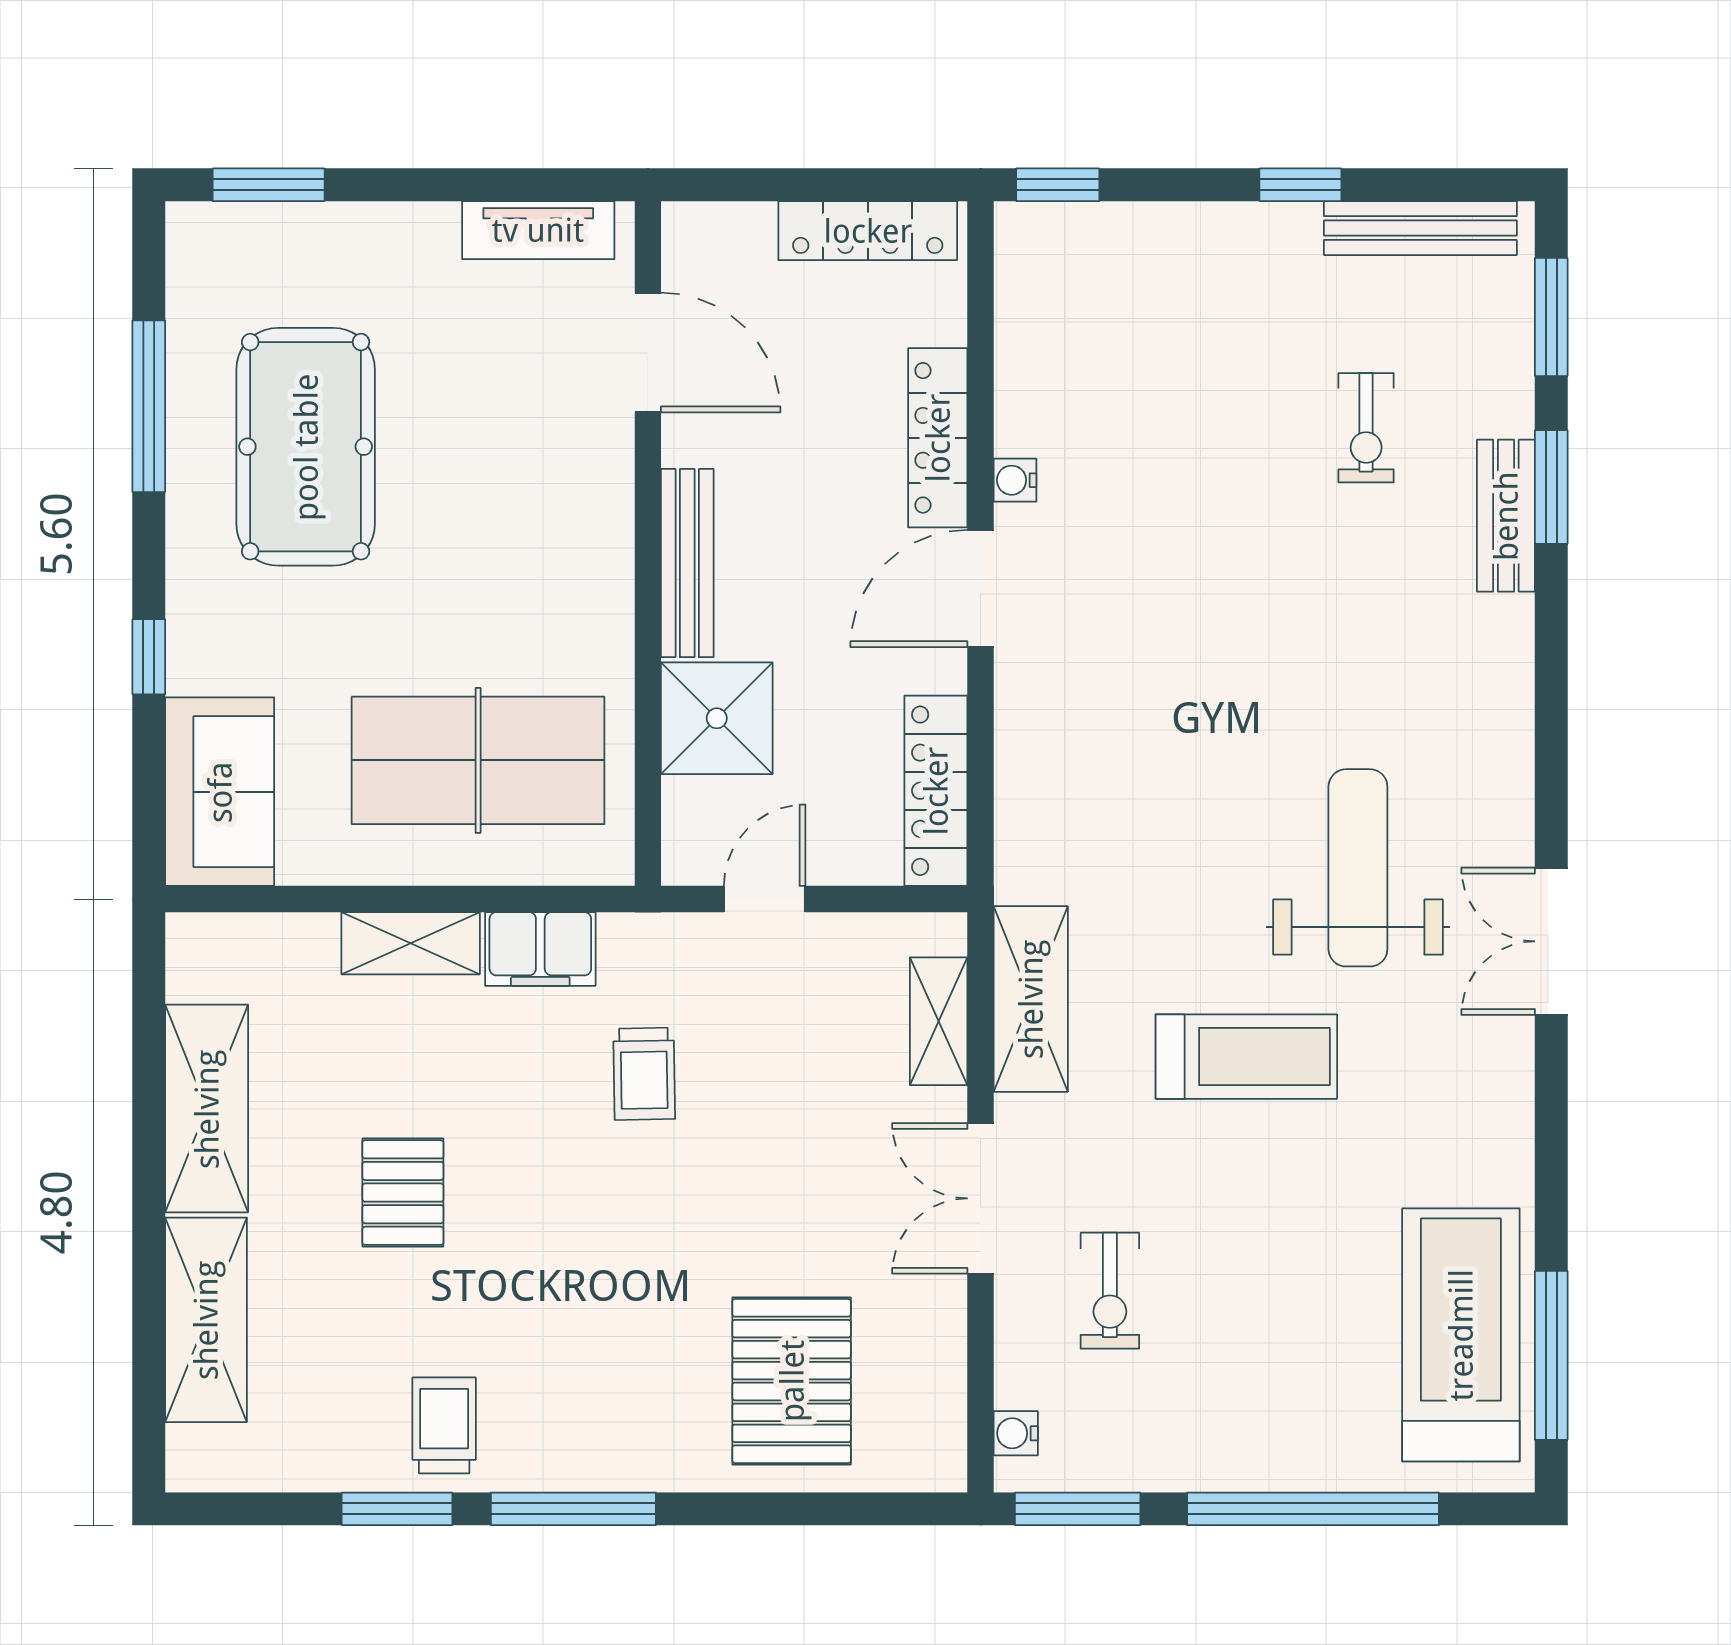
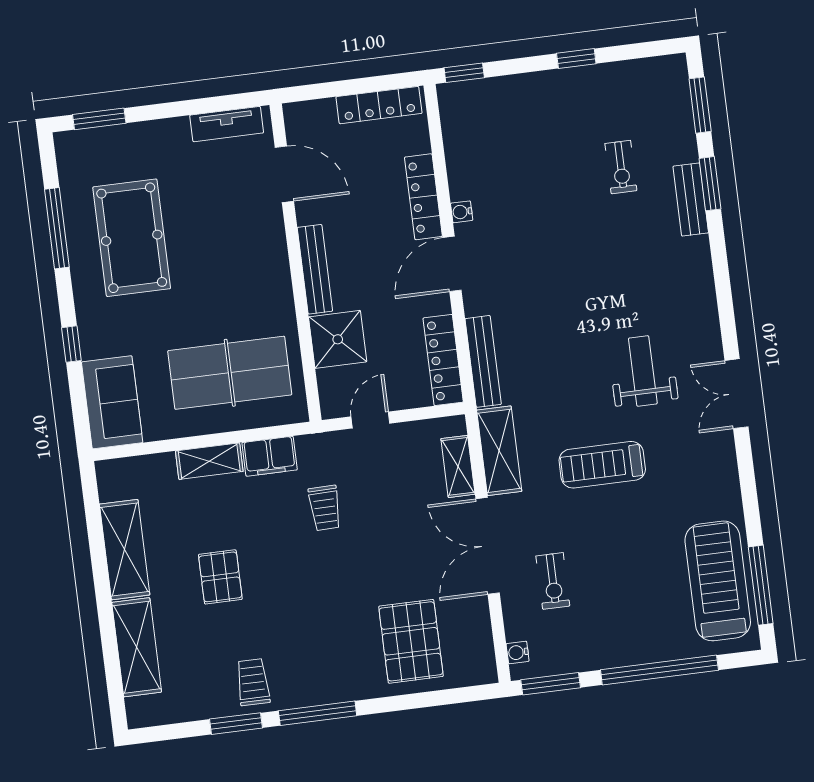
bench: (1420, 228) -> (483, 361), moved, turned 90
weight bench: (1358, 868) -> (643, 371), width x0.73, depth x0.75
treadmill: (1246, 1057) -> (602, 465), turned 180
double door: (980, 1198) -> (488, 546), width x1.37

